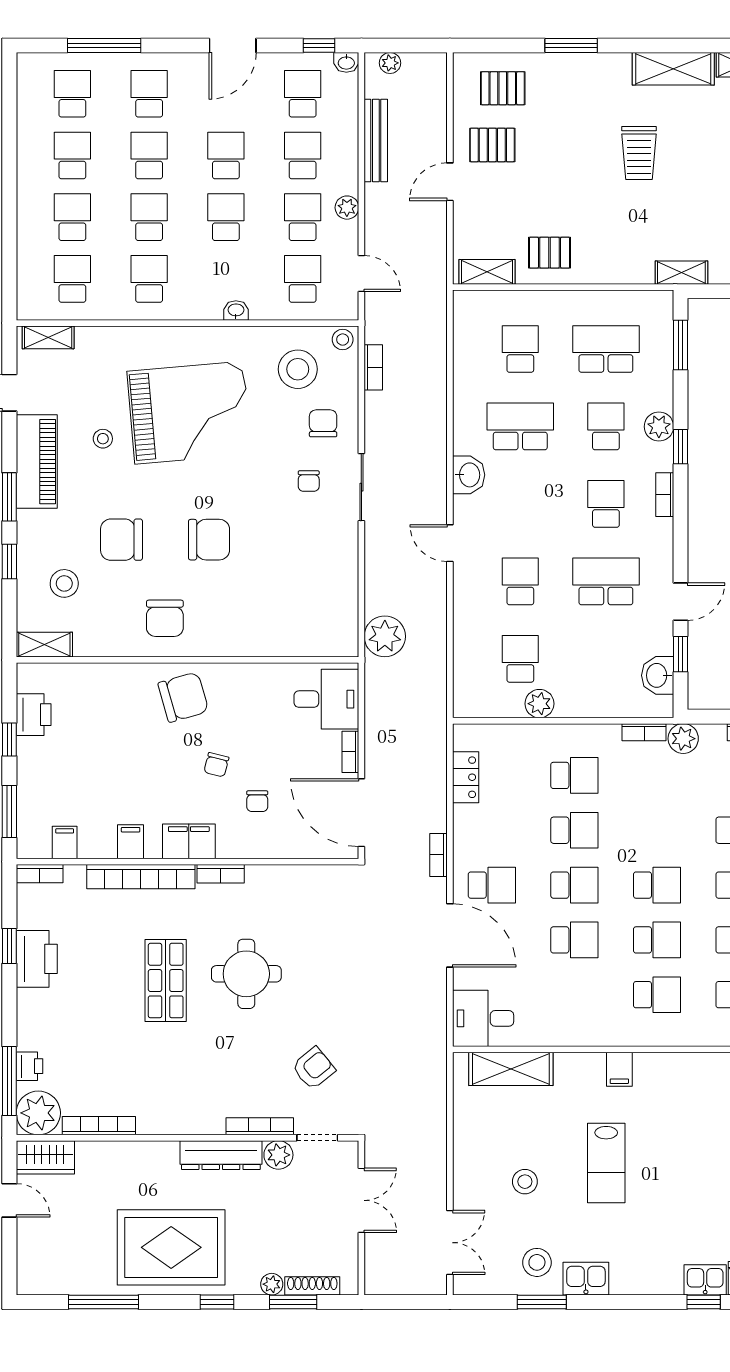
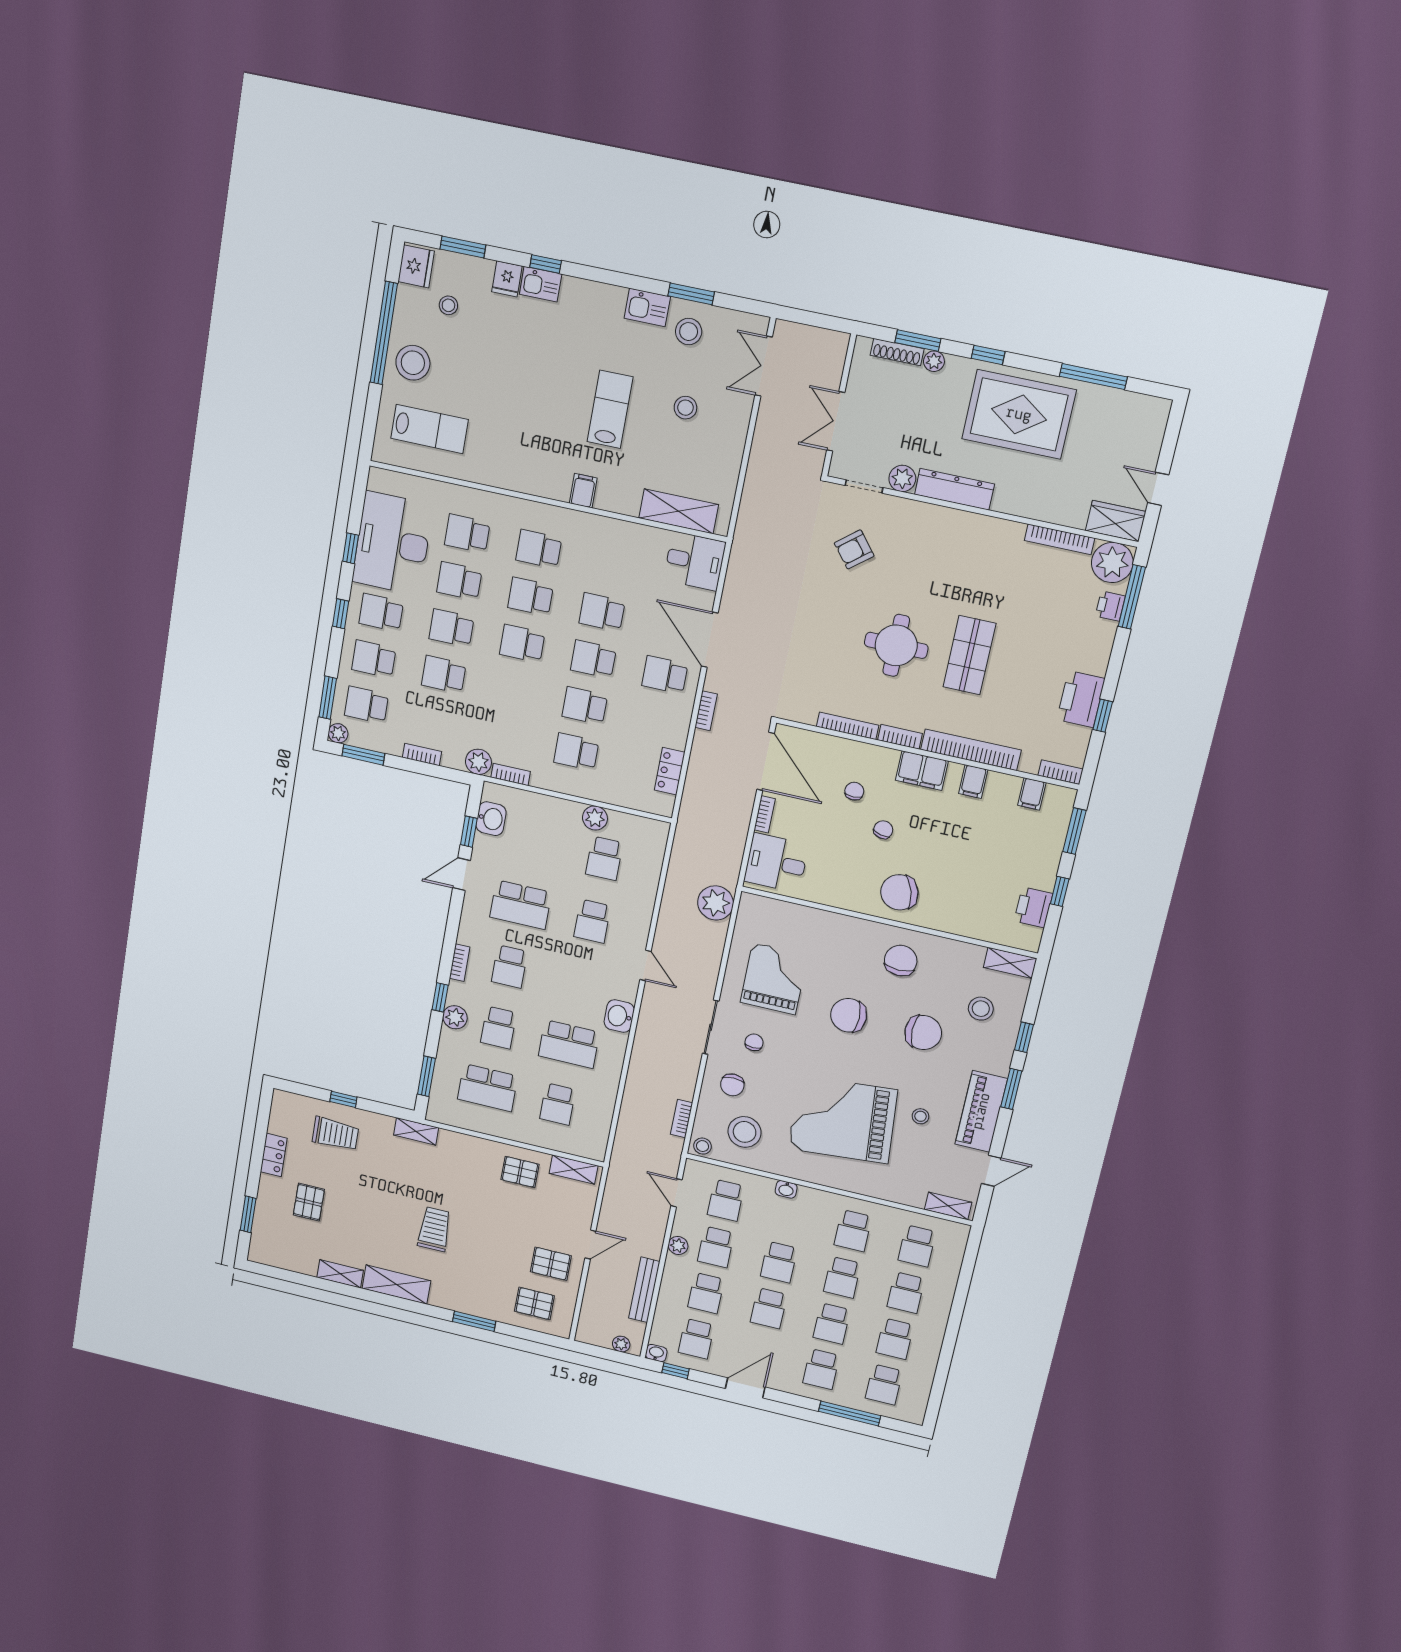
grand piano: (301, 563) -> (774, 979), added
bookcase: (260, 1126) -> (848, 726), moved, turned 180

